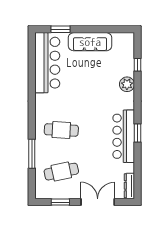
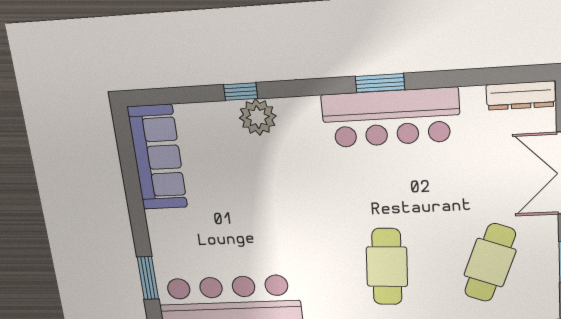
sofa: (90, 42) -> (158, 158), moved
window: (138, 65) -> (241, 92), moved
cafe table: (61, 172) -> (490, 263), turned 33

